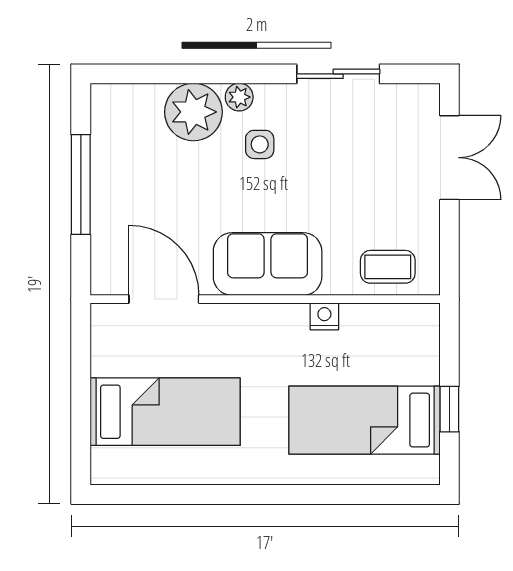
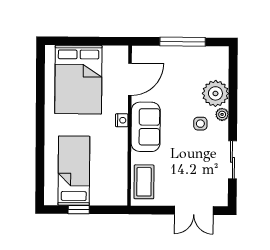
coffee table: (388, 267) -> (144, 182), width x1.36, depth x1.30
nightstand: (324, 316) -> (122, 120), moved
bed: (165, 412) -> (78, 80), width x1.50

